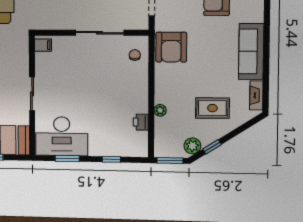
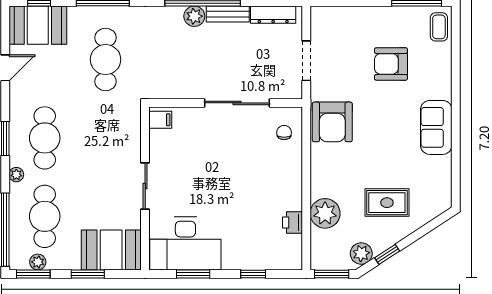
sofa: (251, 51) -> (436, 127), width x0.73
fireplace: (256, 95) -> (444, 185), removed
plant: (160, 110) -> (325, 213), width x1.87, depth x1.87

